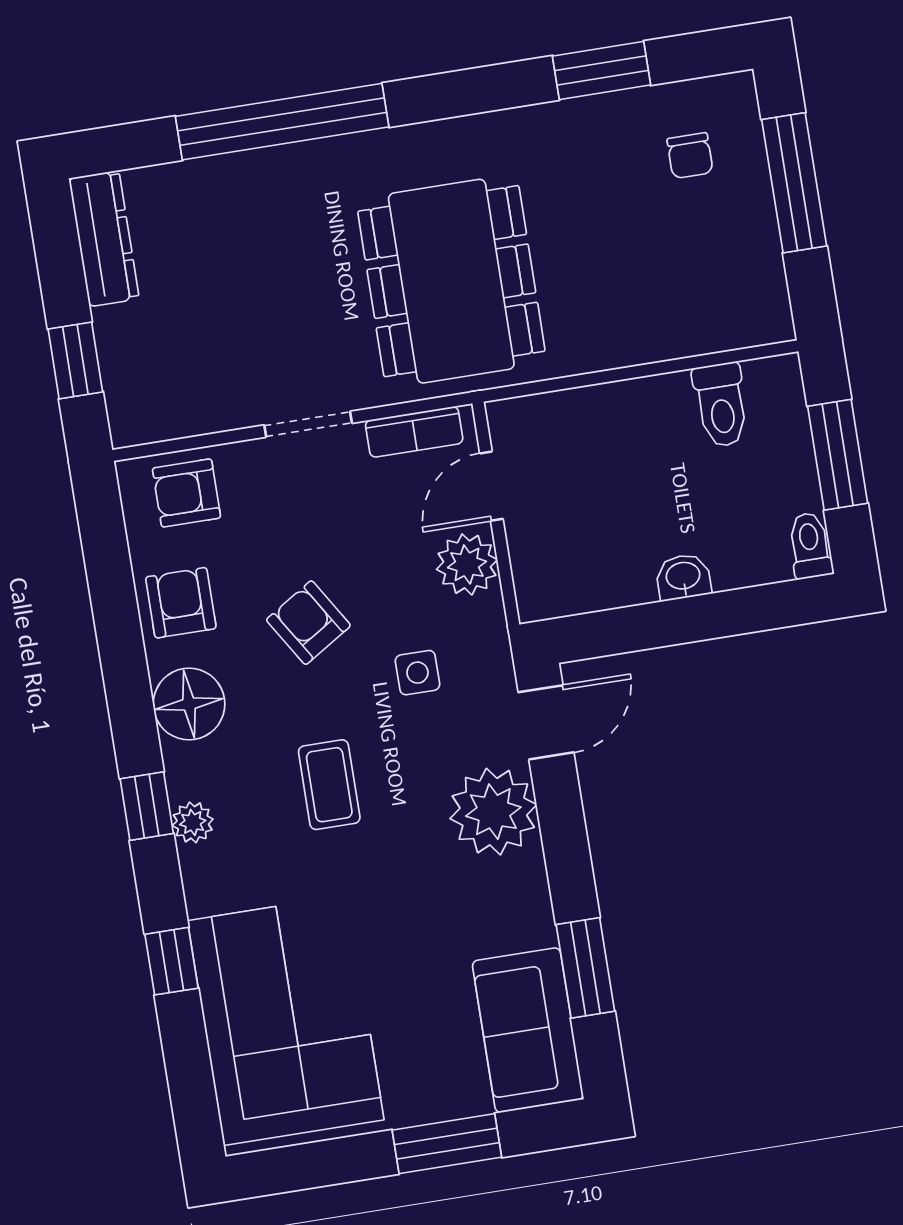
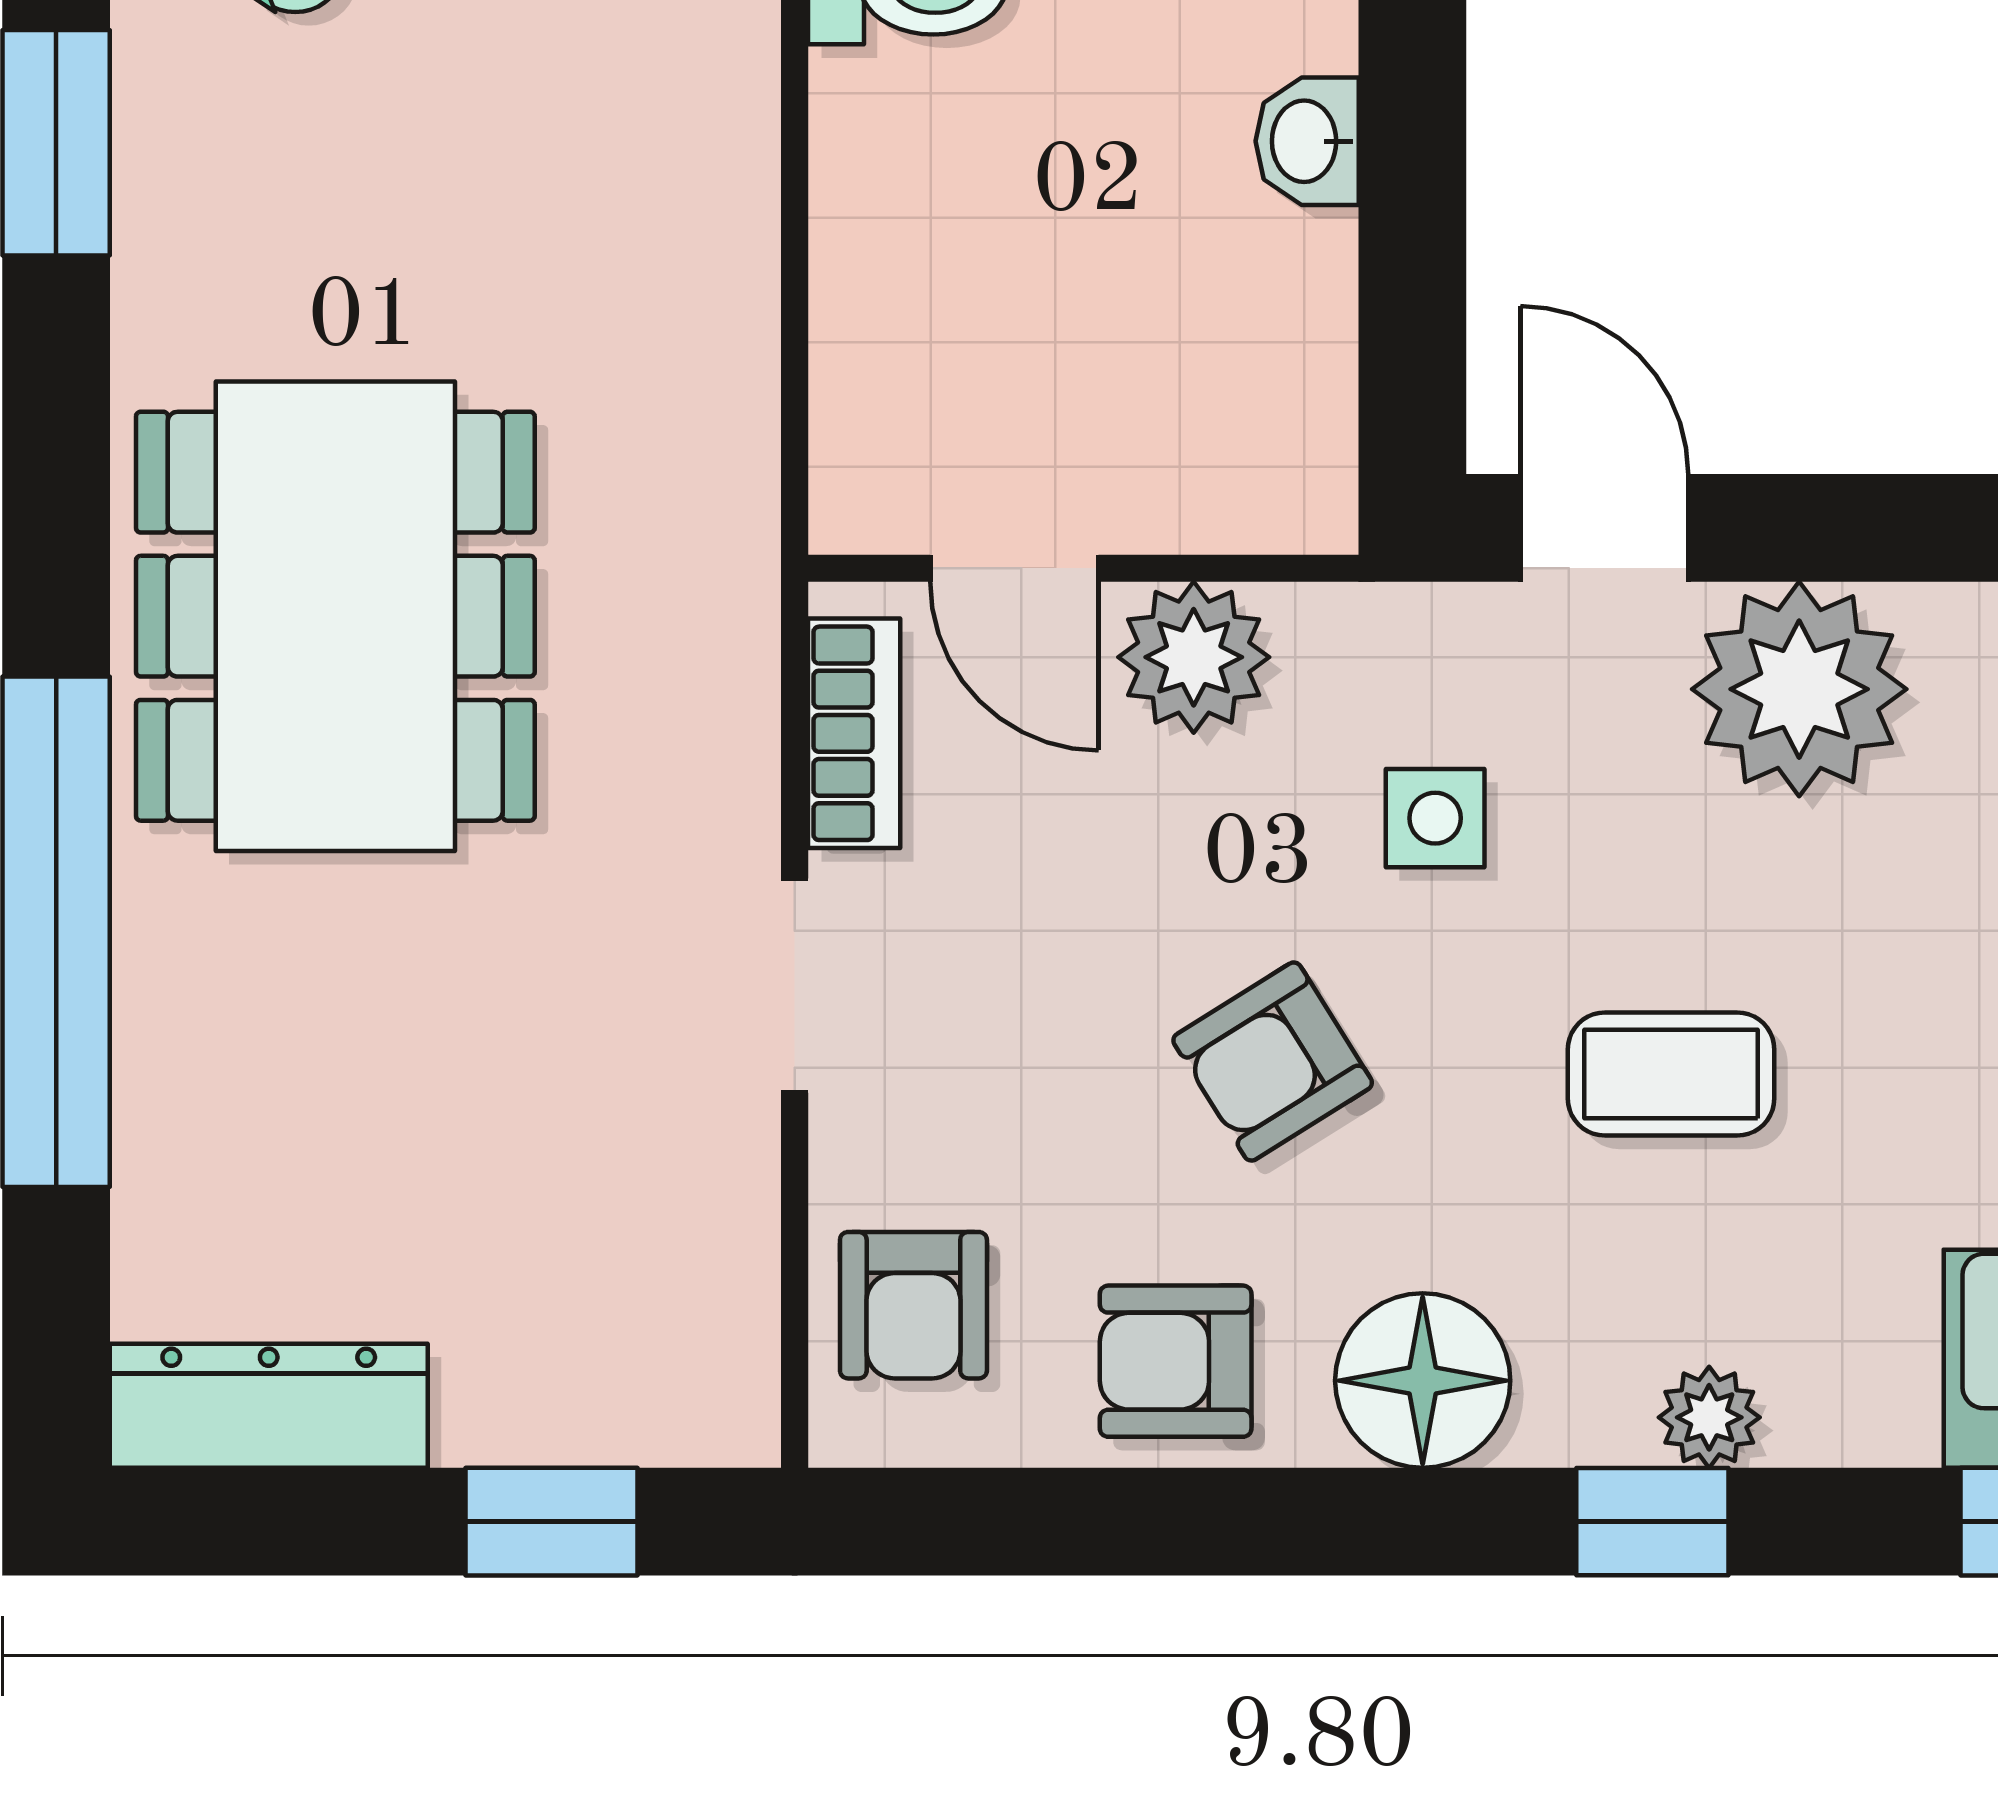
dining table: (451, 281) -> (335, 616), moved, turned 90

